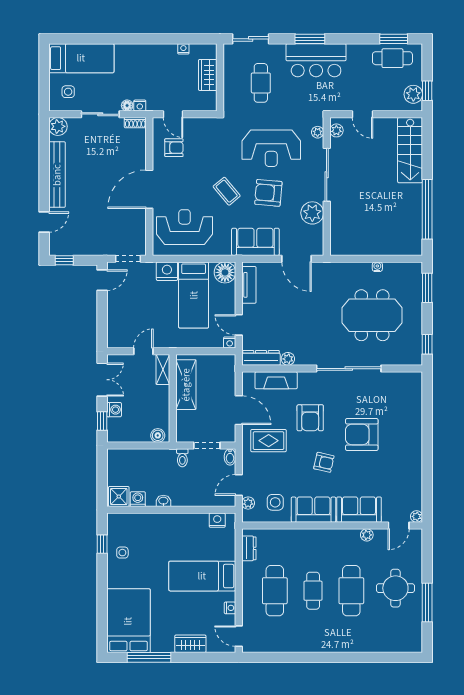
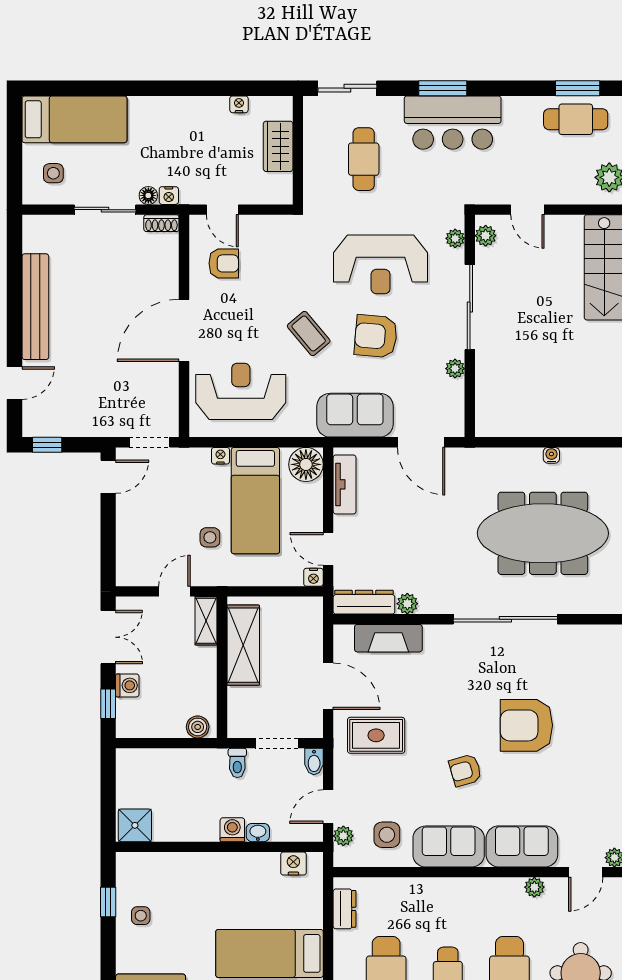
plant: (58, 126) -> (37, 229), removed
plant: (312, 213) -> (455, 369), width x0.53, depth x0.53
nightstand: (167, 271) -> (220, 456), width x0.53, depth x0.56
meeting table: (372, 315) -> (543, 533), width x1.36
side table: (165, 318) -> (210, 537), added
armchair: (310, 418) -> (443, 699), removed
armchair: (324, 462) -> (465, 770), turned 151
washing machine: (138, 499) -> (232, 830), moved
washbasin: (163, 501) -> (258, 833), moved

